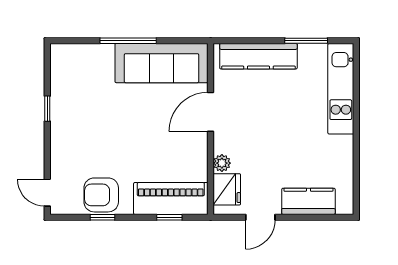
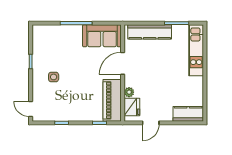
sofa: (162, 63) -> (102, 36), width x0.73
side table: (88, 136) -> (54, 77), added
armchair: (101, 195) -> (61, 110), removed
piano: (171, 199) -> (112, 100), moved, turned -90
kitchen counter: (308, 201) -> (188, 114), moved

